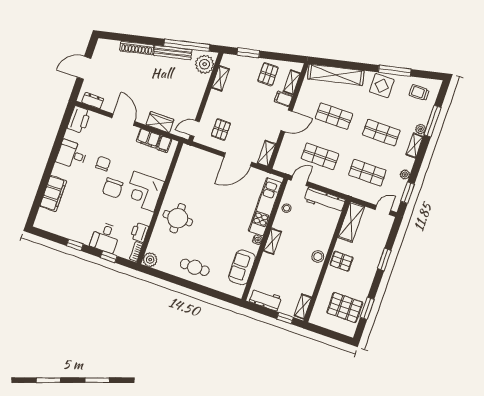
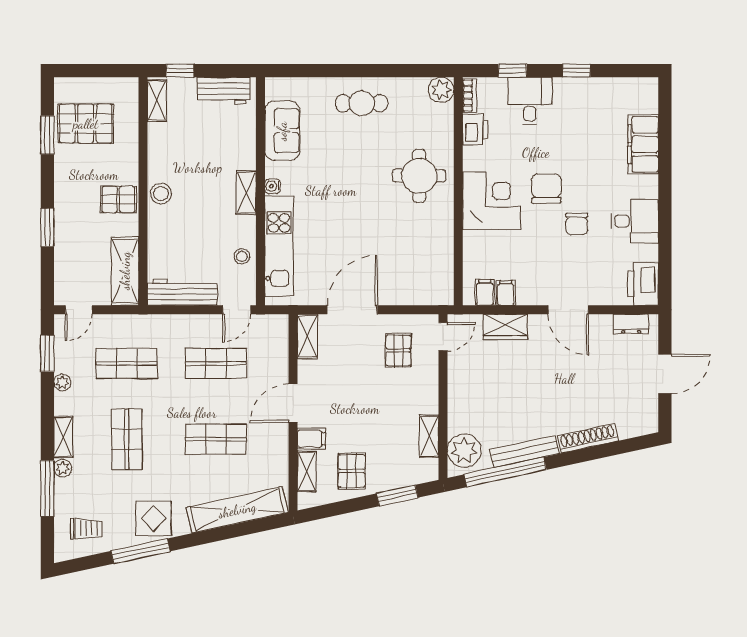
shop shelf: (381, 133) -> (127, 439), turned 90
filing cabinet: (148, 138) -> (506, 293), width x0.50

